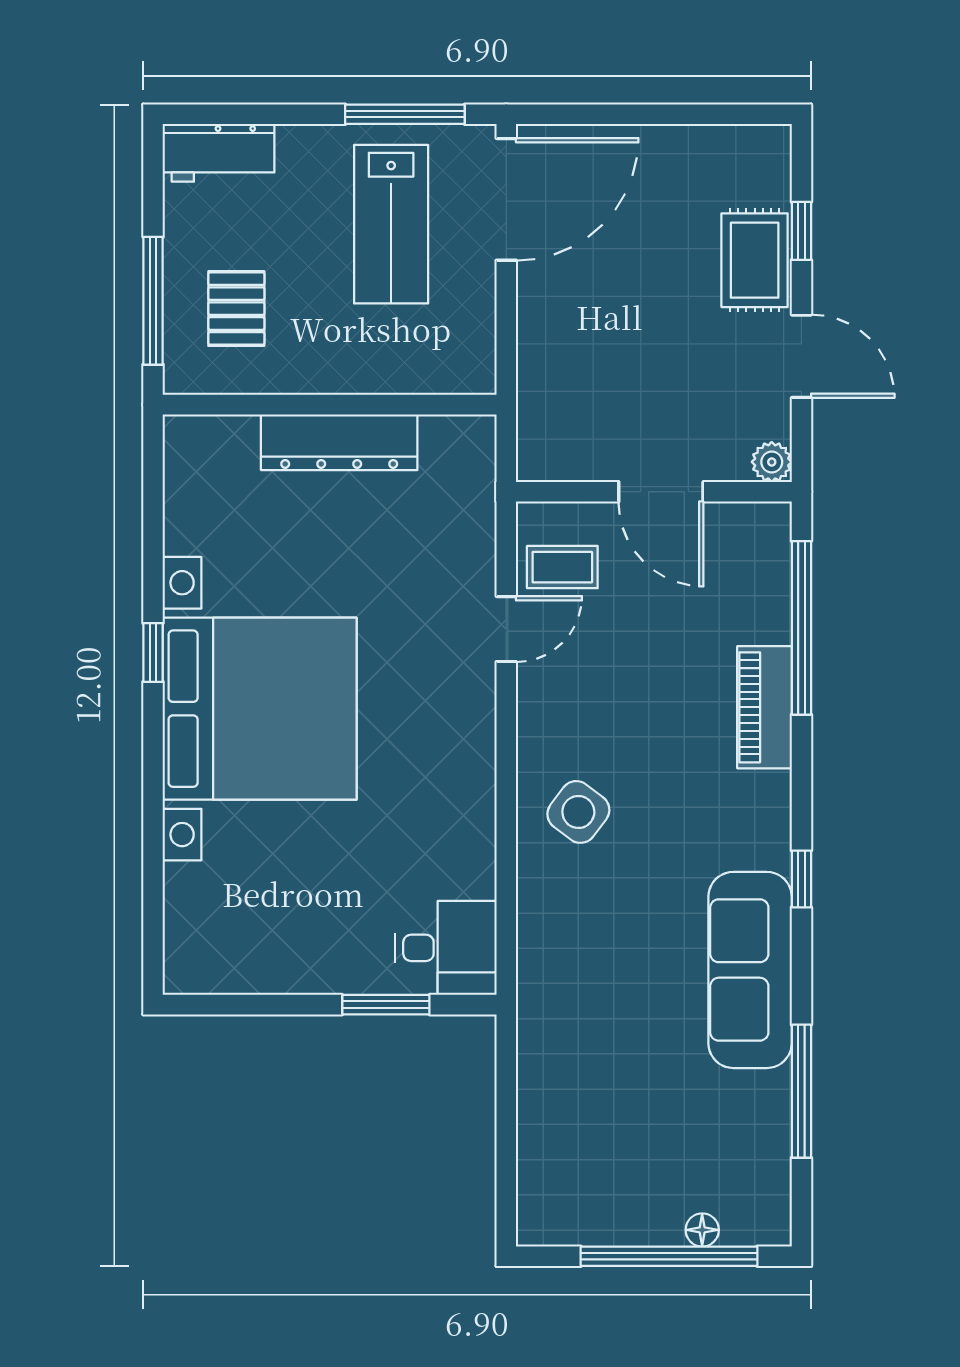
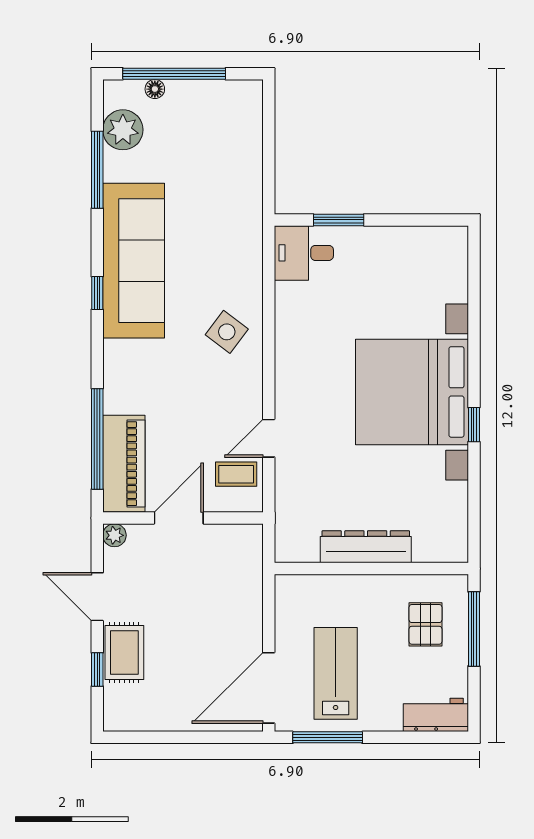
door: (661, 492) -> (179, 518), hinge flipped
piano: (764, 707) -> (124, 464), moved, width x1.37, depth x1.33
sofa: (750, 970) -> (134, 261), width x1.36, depth x1.27
plant: (757, 1160) -> (123, 130), added

